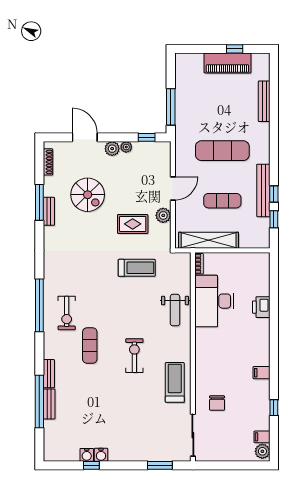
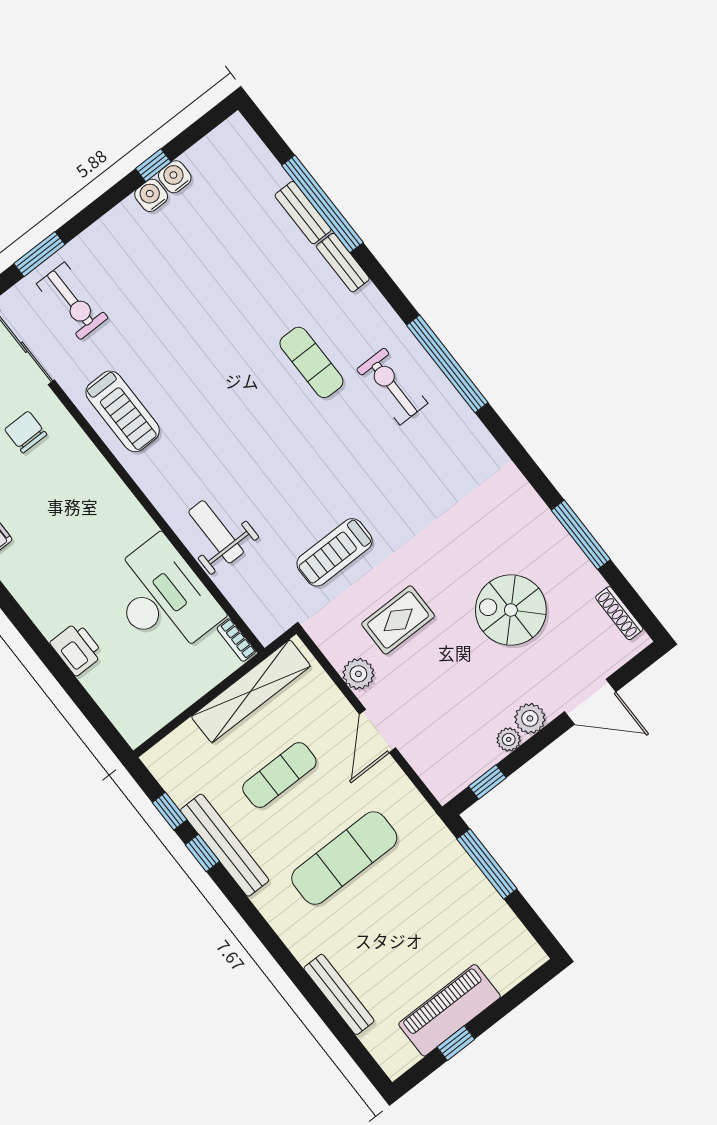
bench: (49, 211) -> (554, 532), removed
exercise bike: (134, 356) -> (72, 301), moved

